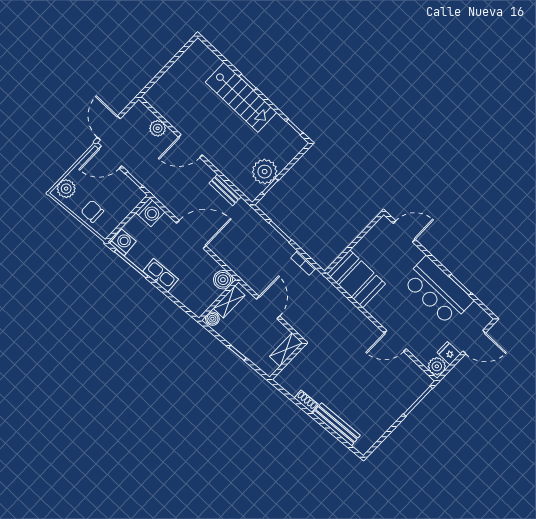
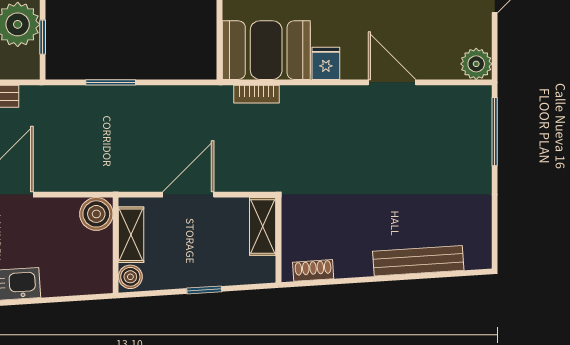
bookcase: (303, 263) -> (256, 94), moved
door: (268, 308) -> (188, 195), hinge flipped
door: (395, 341) -> (392, 82), swing flipped
fridge: (449, 353) -> (326, 63), moved, turned 90
shoe rack: (306, 401) -> (313, 270), moved

